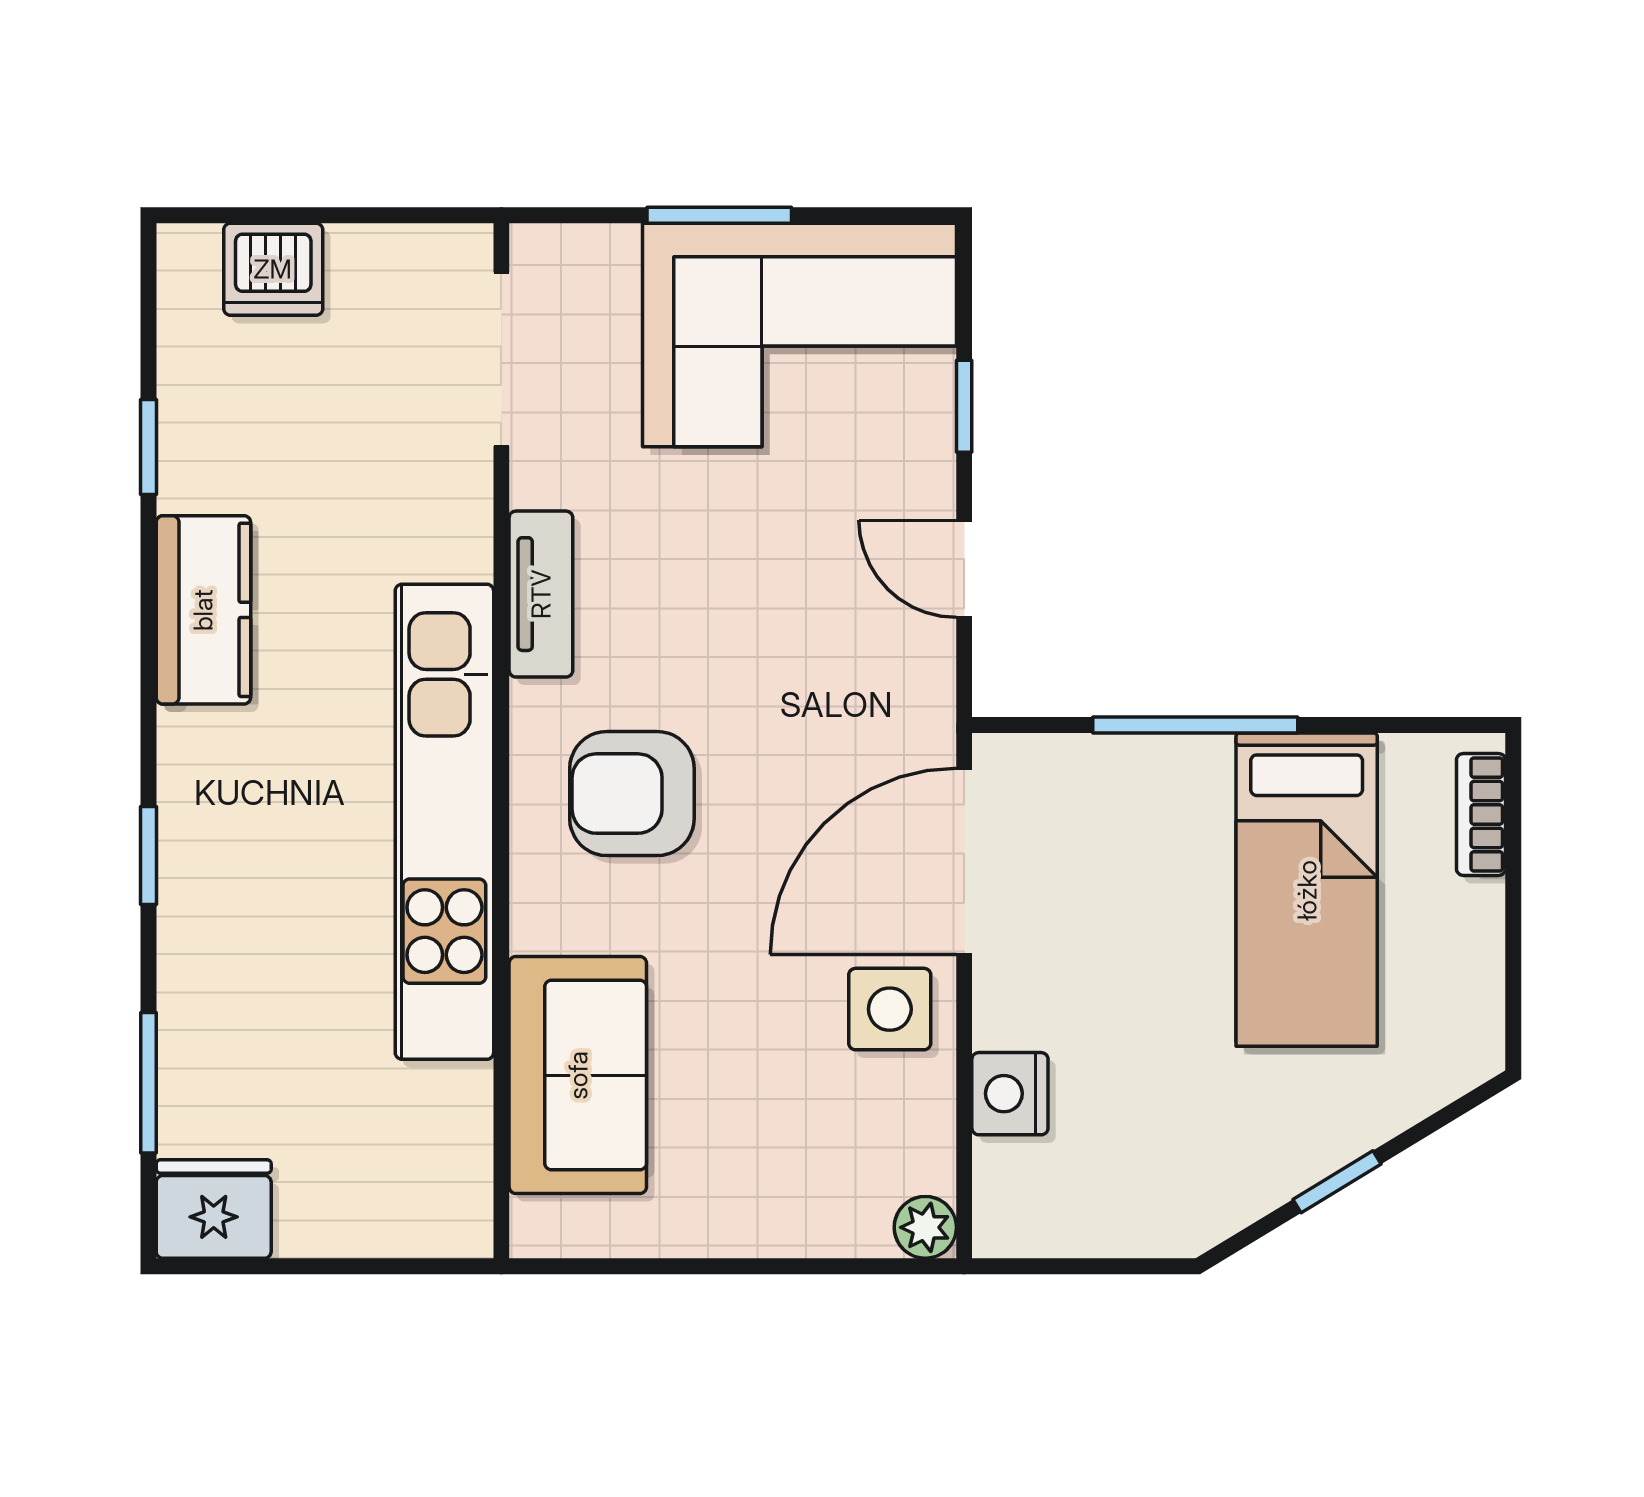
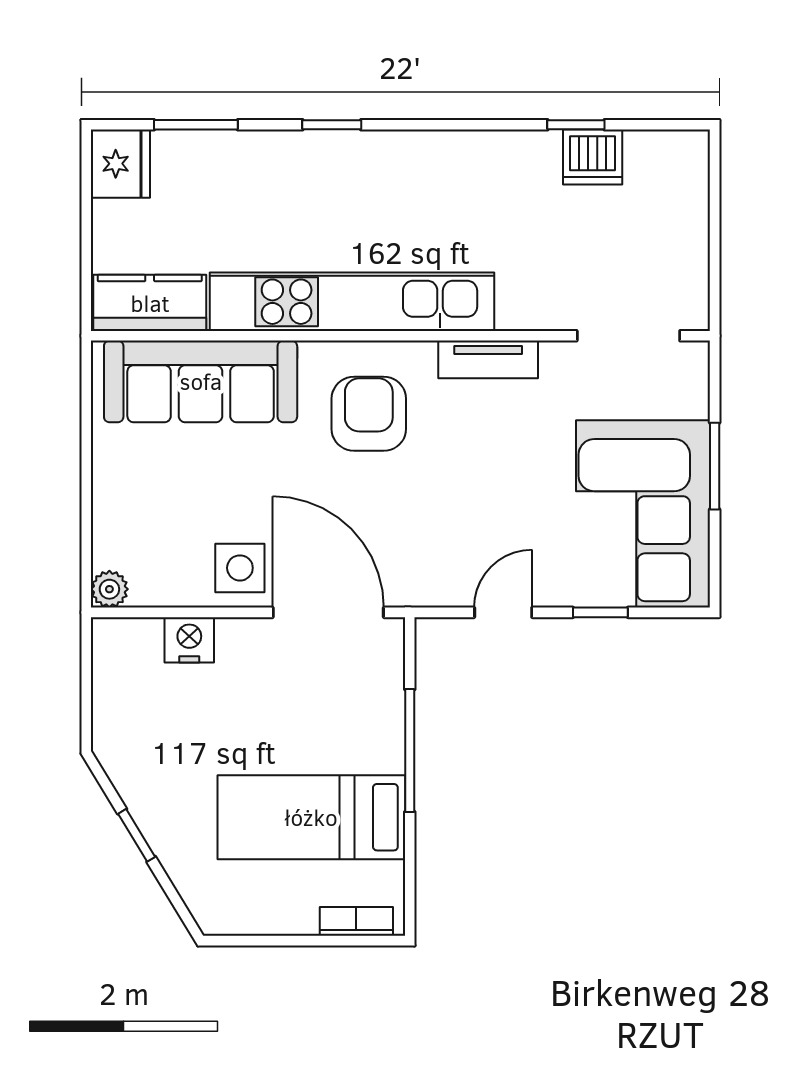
dishwasher: (273, 269) -> (593, 157), moved, turned -90
kitchen counter: (203, 610) -> (150, 303), moved, turned 180
sofa: (578, 1075) -> (201, 381), width x1.36

